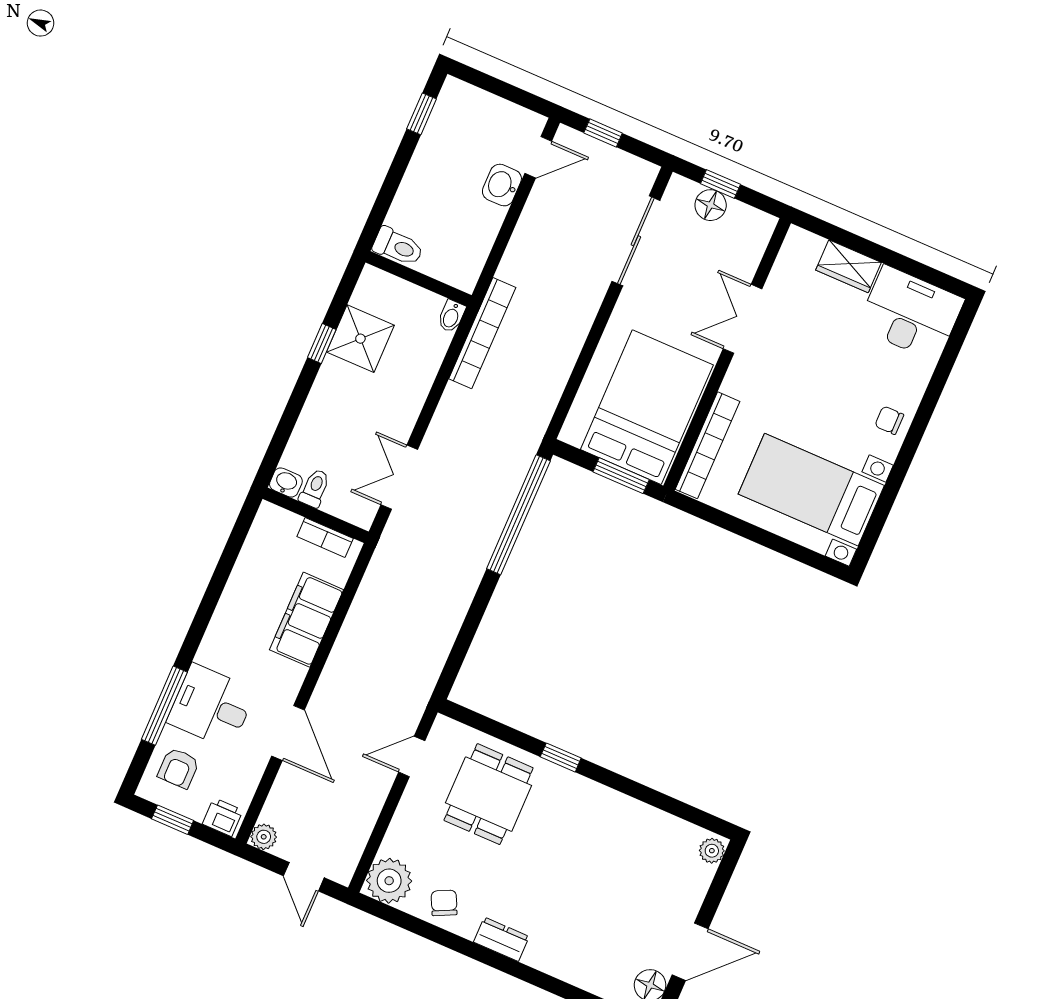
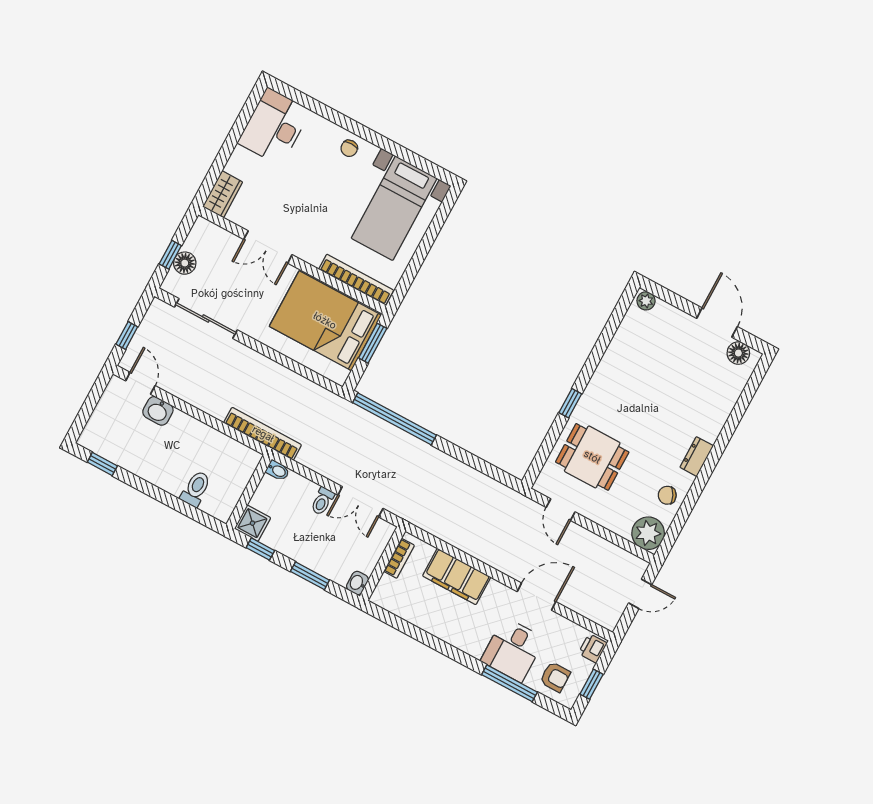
wardrobe: (849, 266) -> (223, 194), moved
wall: (419, 279) -> (249, 492), moved
bidet: (451, 316) -> (278, 470), moved
shower: (360, 339) -> (252, 523), width x0.73, depth x0.73
window: (290, 416) -> (310, 576), added
toilet: (315, 488) -> (322, 501), moved, turned -90
plant: (264, 837) -> (609, 620), removed

